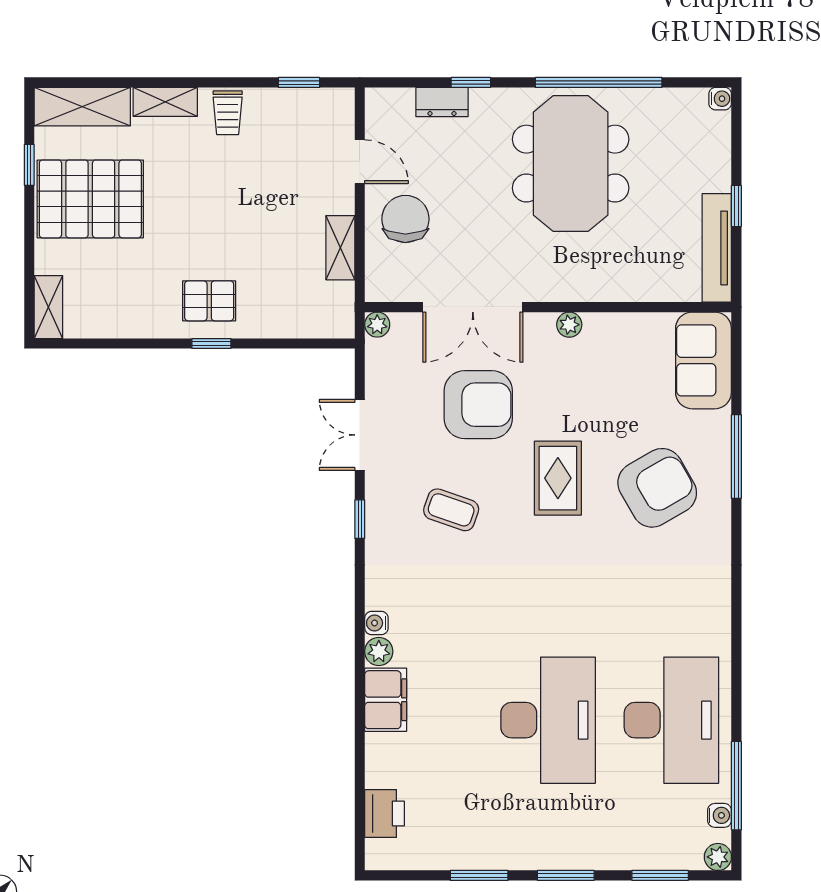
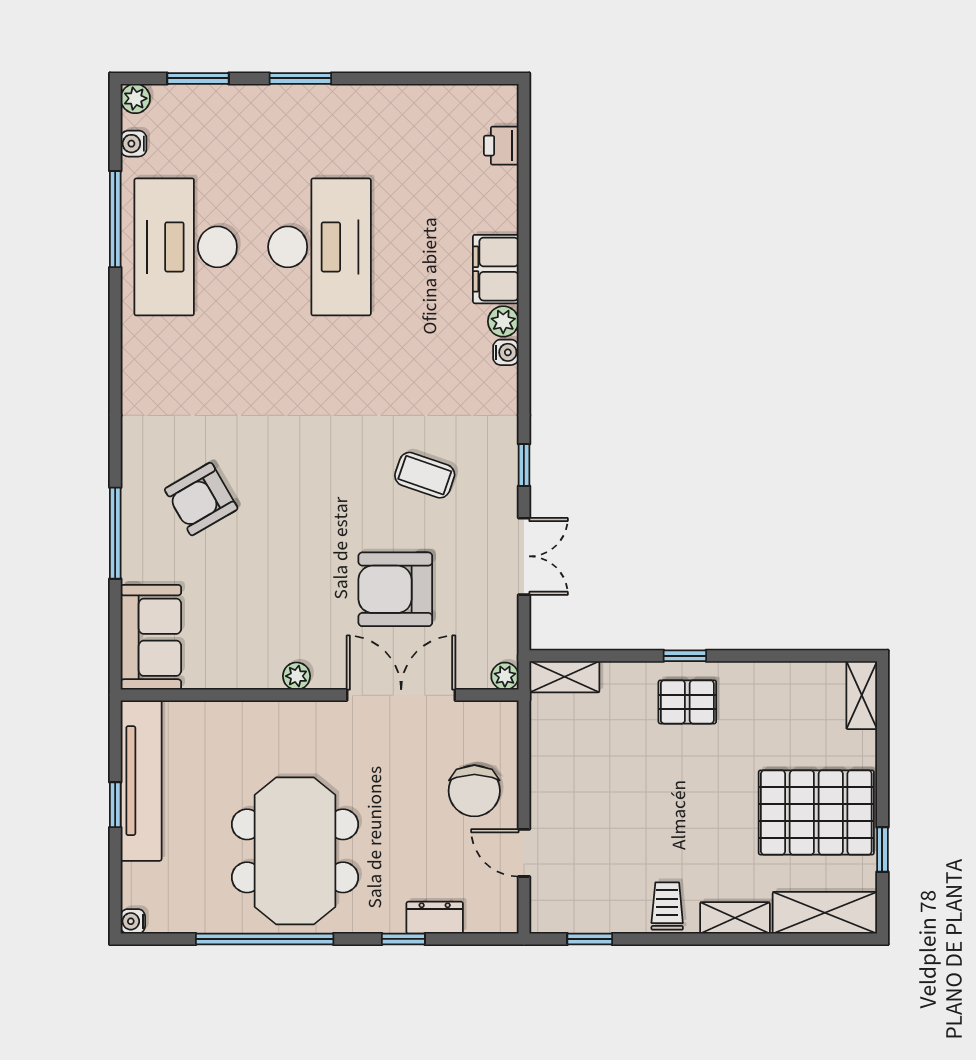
shelving: (340, 248) -> (565, 677), moved, turned 90
tv unit: (717, 248) -> (141, 781), width x1.36, depth x1.29
rug: (558, 478) -> (309, 510), removed
armchair: (657, 488) -> (201, 499), width x0.73, depth x0.73
desk: (548, 720) -> (320, 247), turned 180
window: (736, 786) -> (115, 219), moved
printer: (385, 814) -> (501, 146), width x0.73, depth x0.81
window: (479, 875) -> (394, 78), removed

